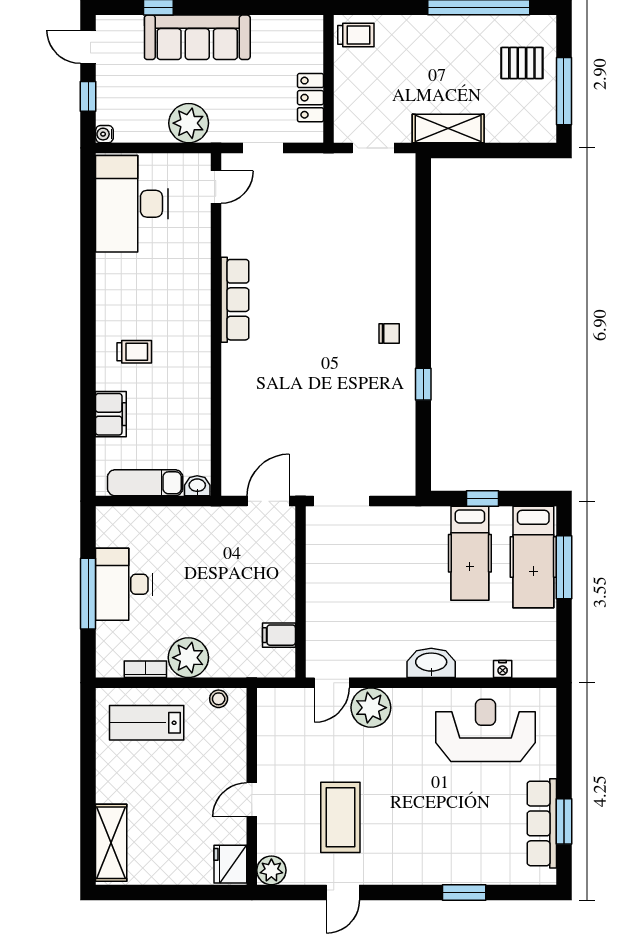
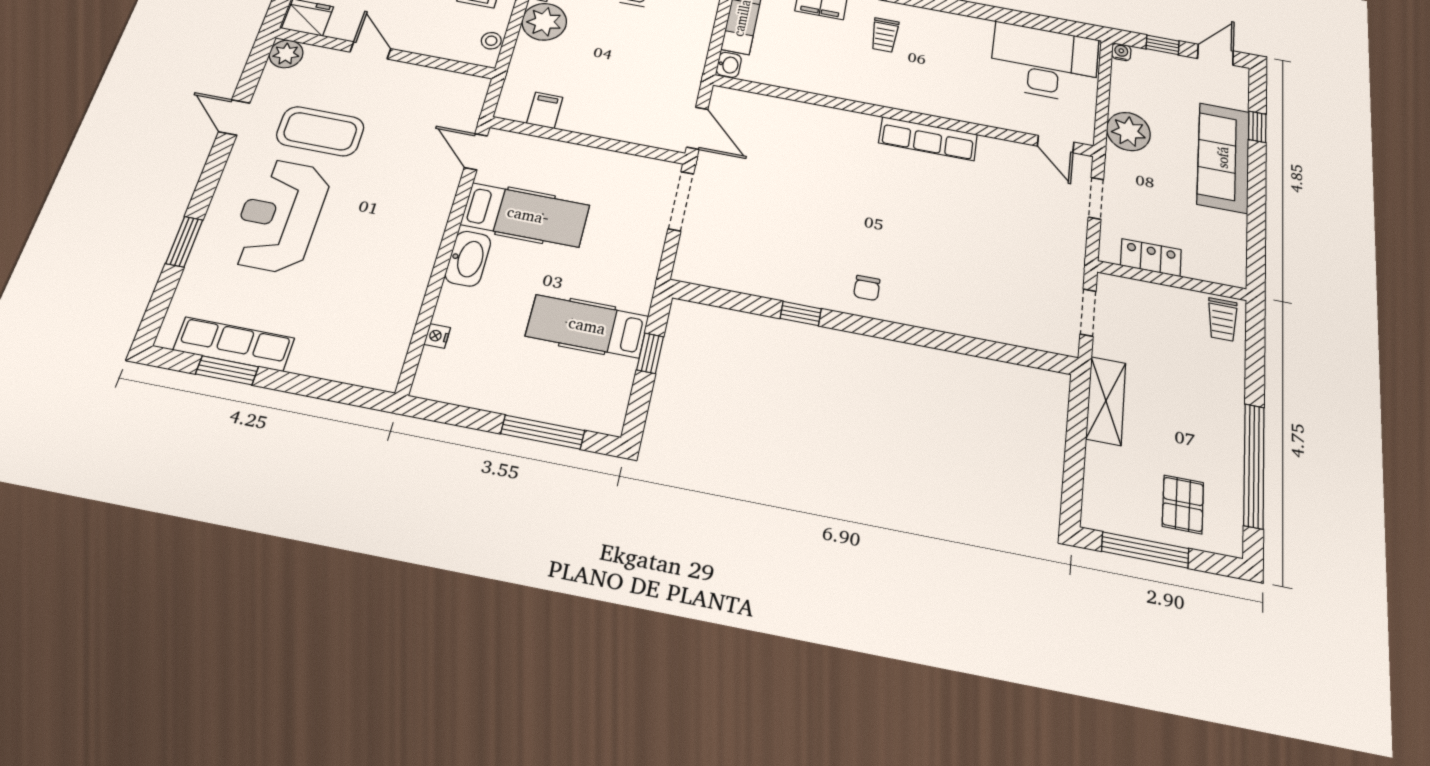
hospital bed: (533, 557) -> (525, 215), moved, turned 180
plant: (371, 708) -> (435, 186), removed
reception desk: (486, 730) -> (280, 216), moved, turned 180

